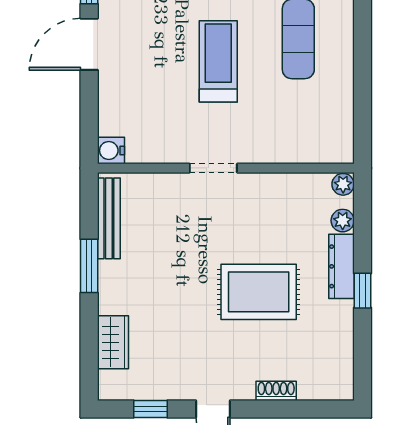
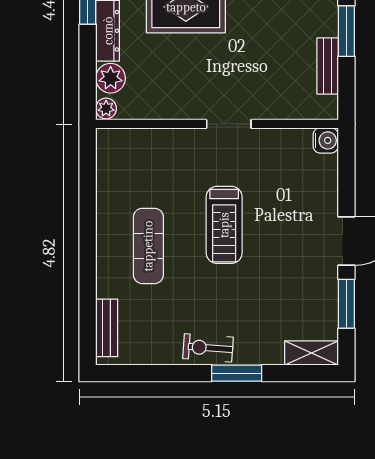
bench: (109, 218) -> (328, 66), width x0.73
plant: (343, 221) -> (111, 78), width x1.38, depth x1.38

